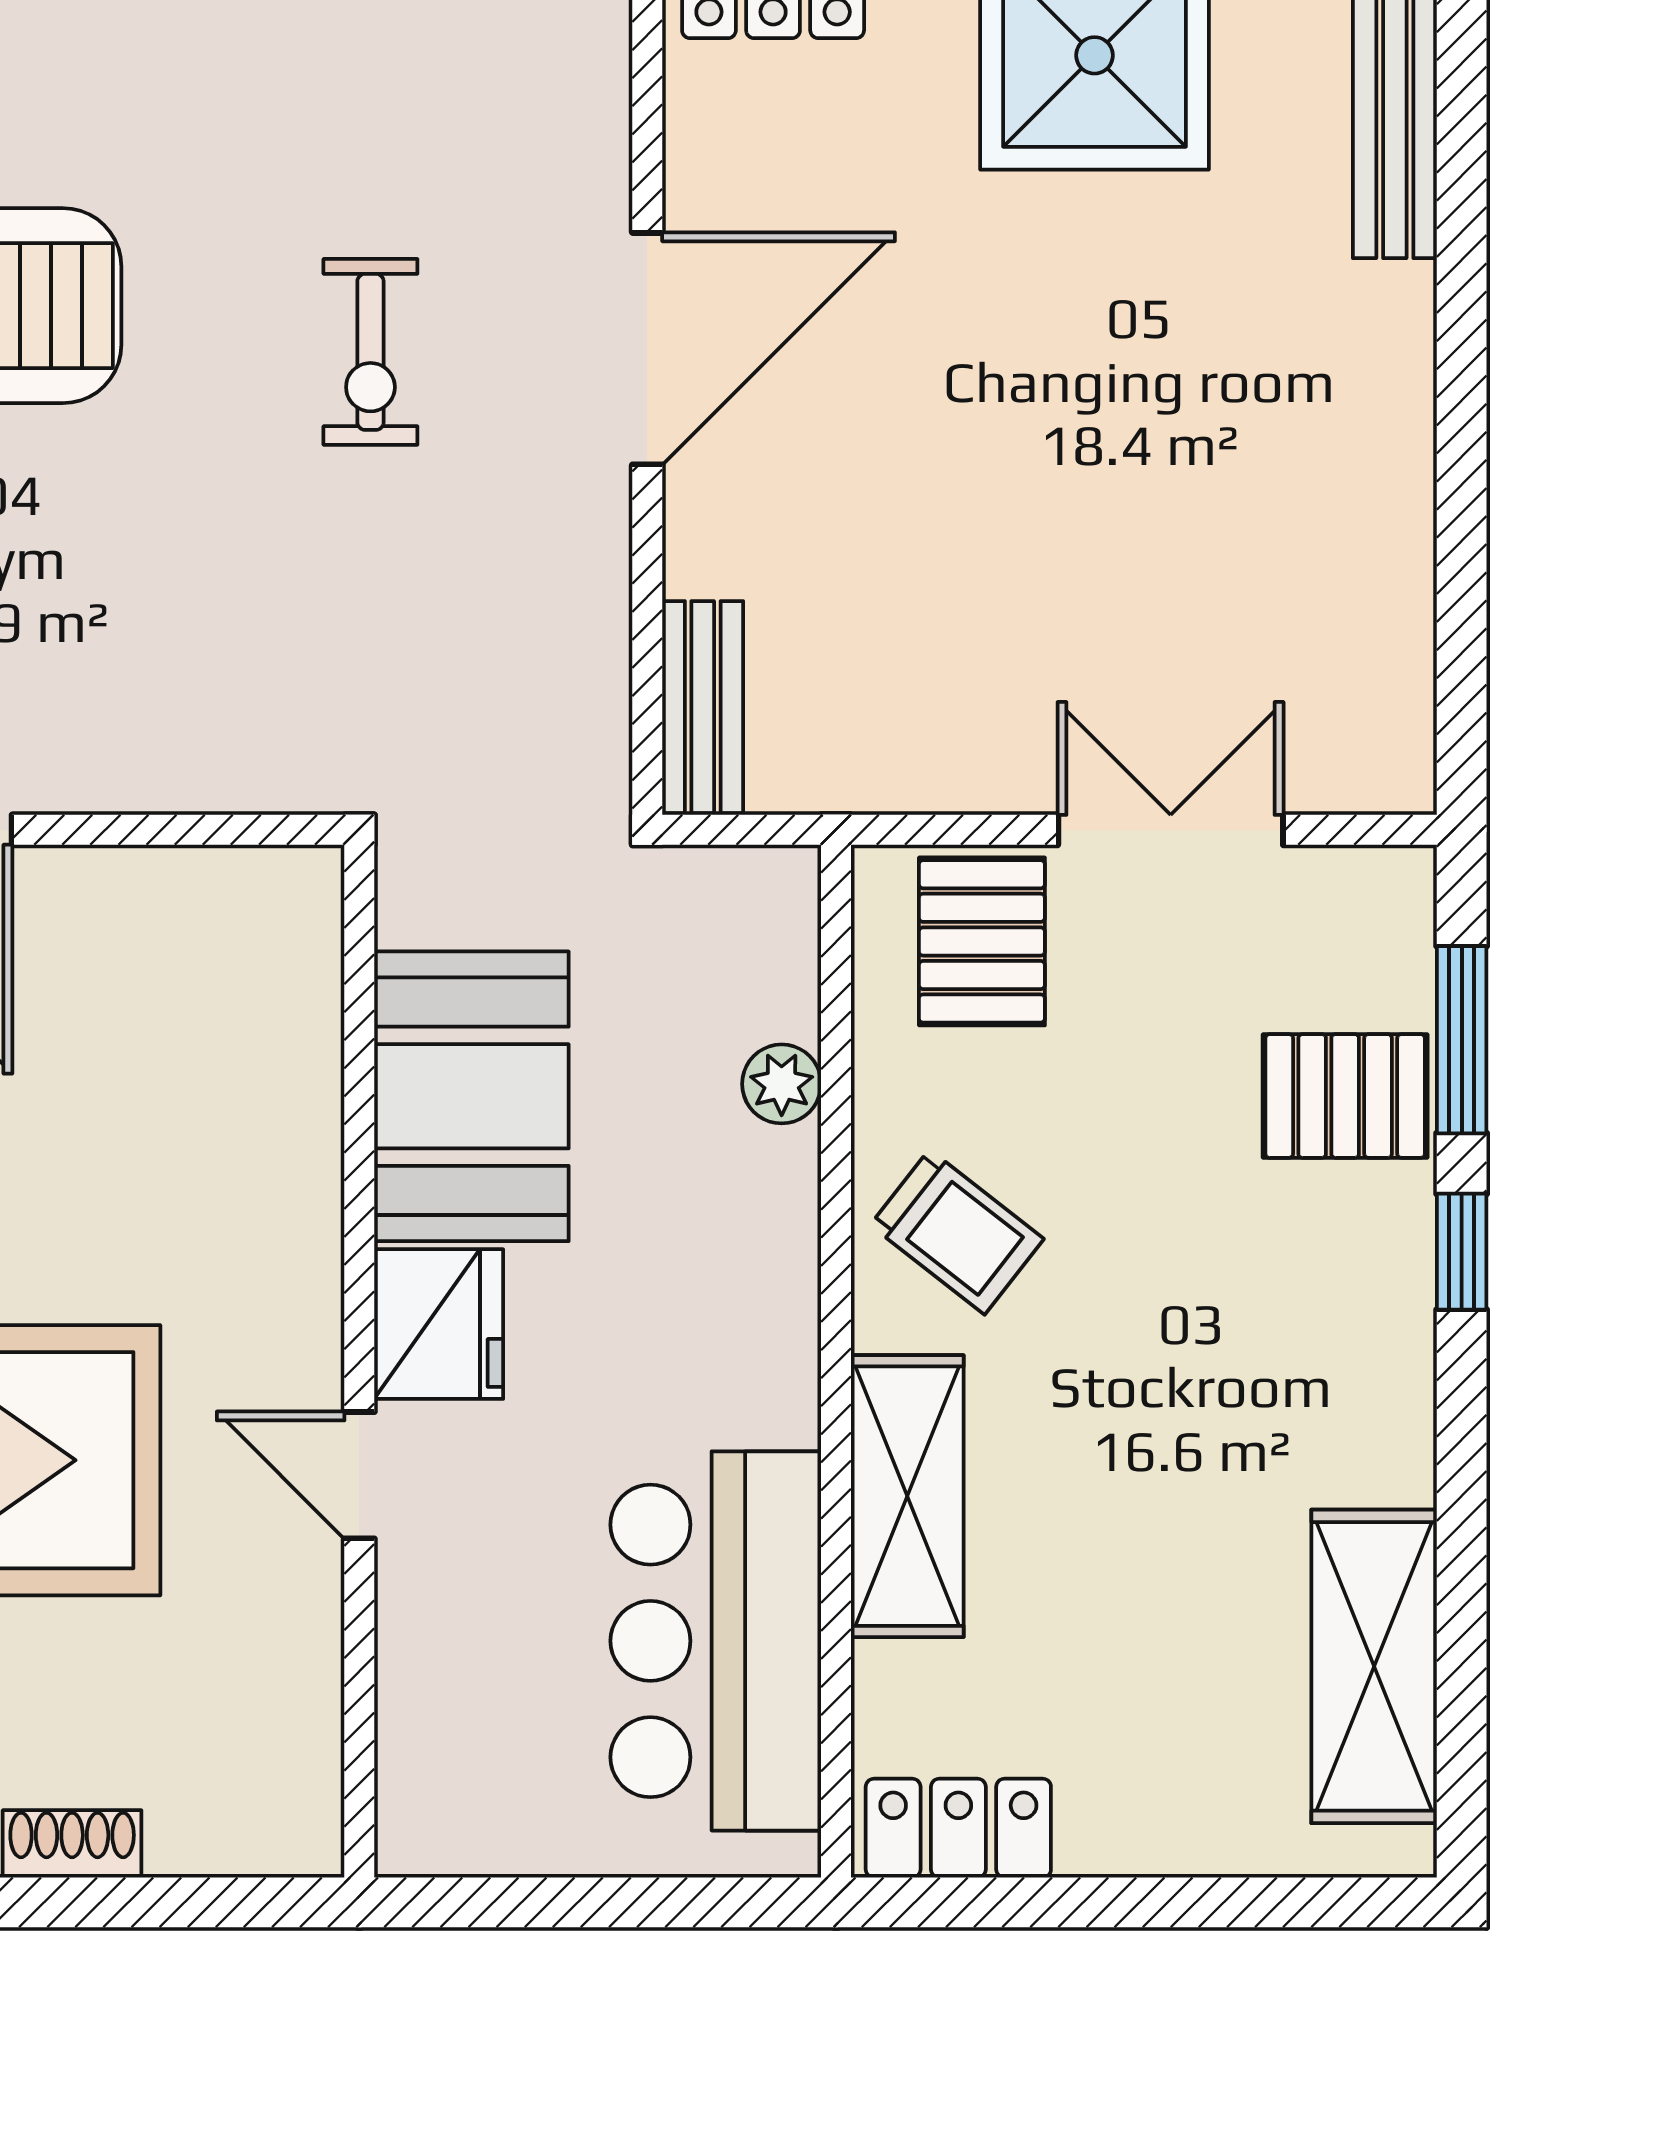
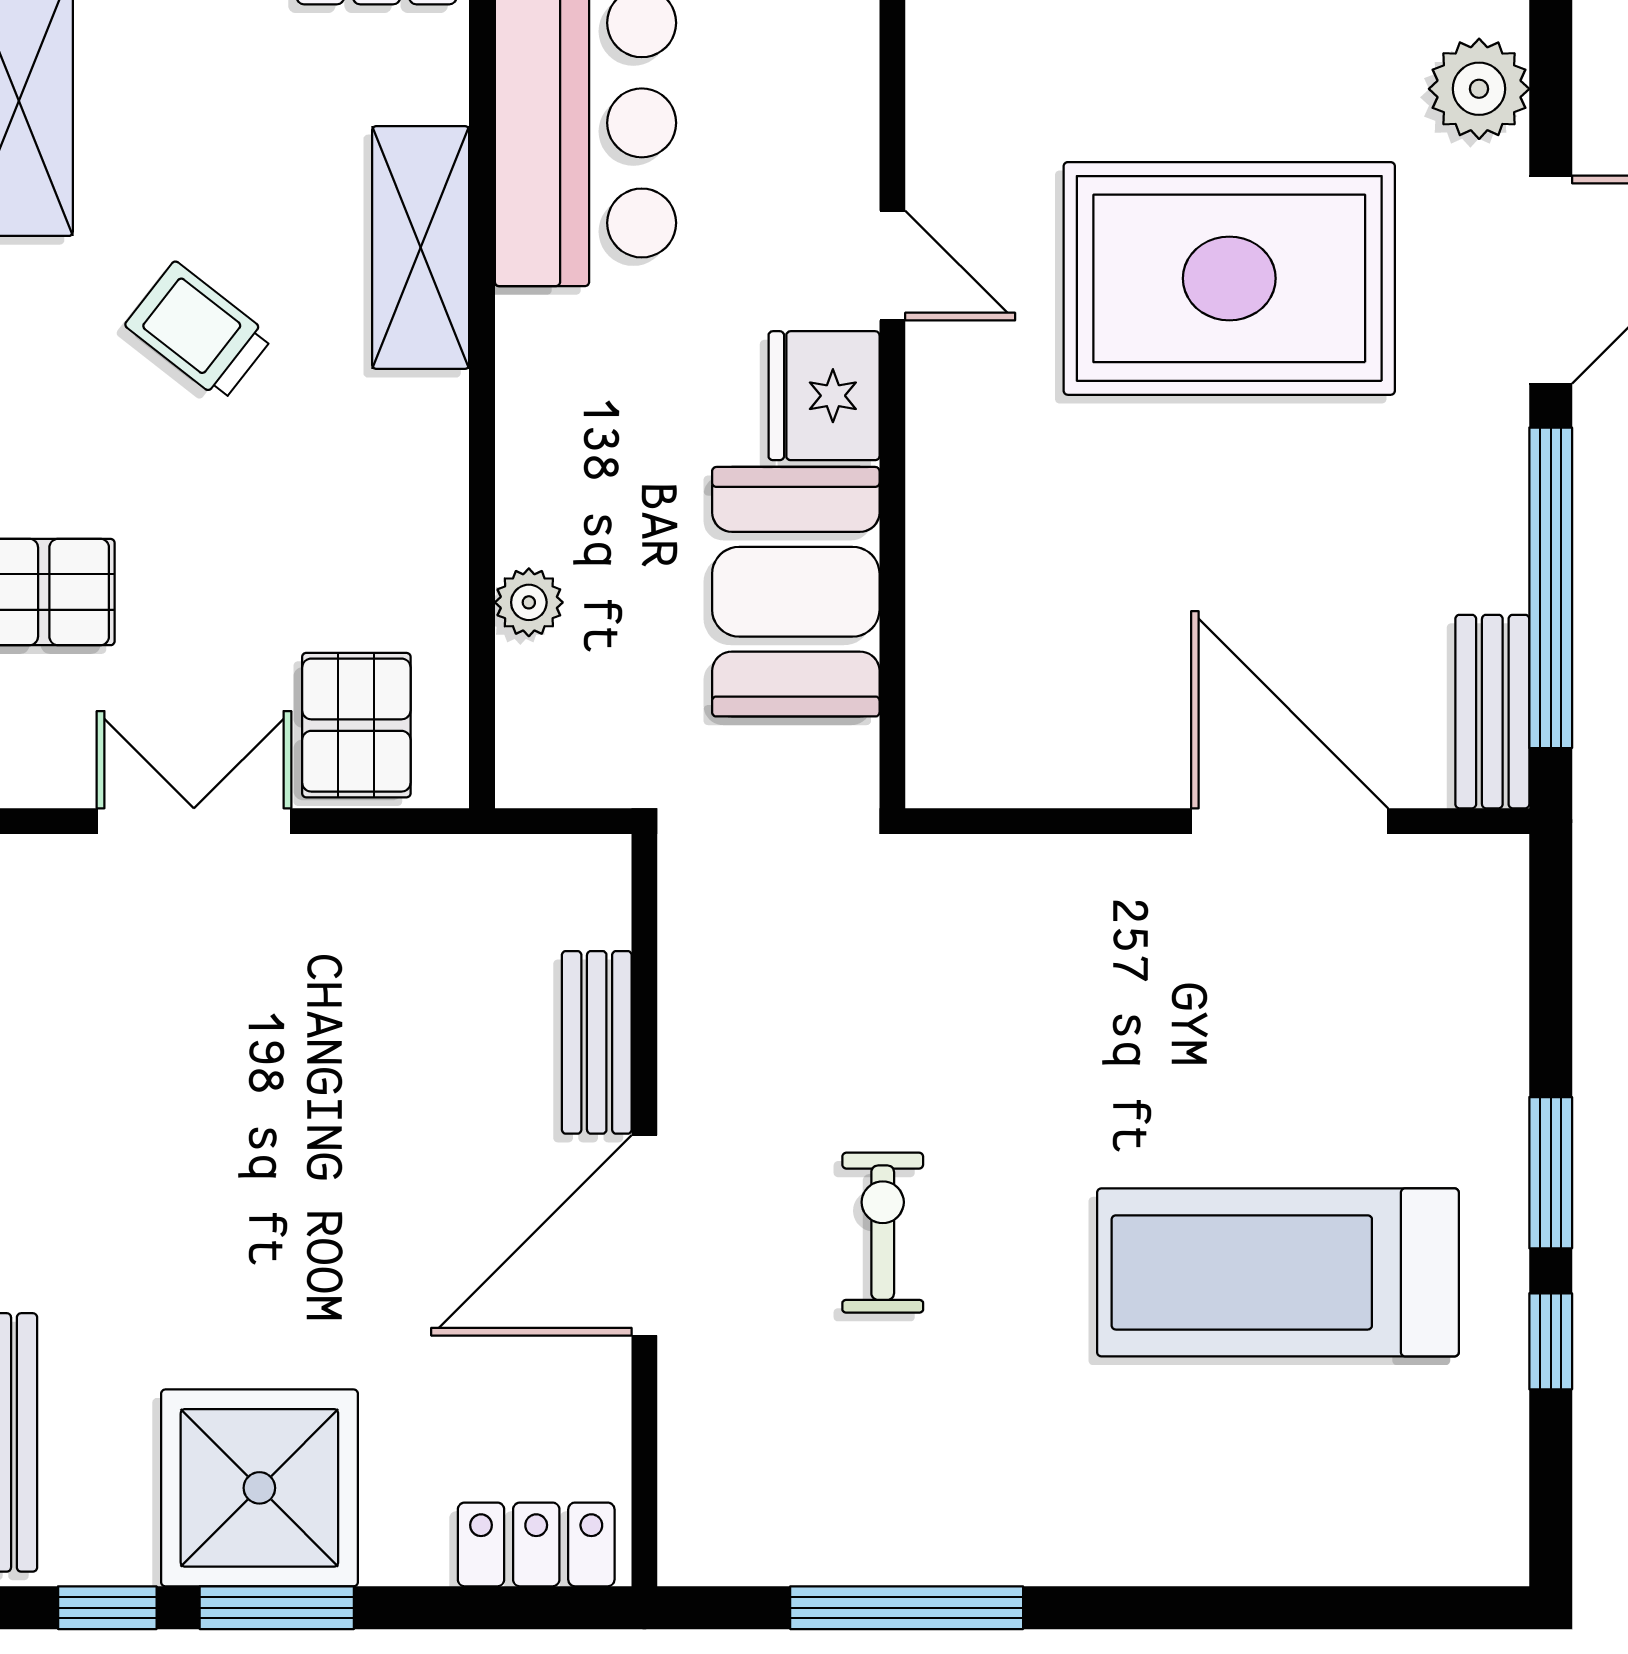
bench: (703, 707) -> (597, 1042), moved
double door: (1171, 830) -> (194, 821), swing flipped
trolley: (957, 1232) -> (199, 331), moved

